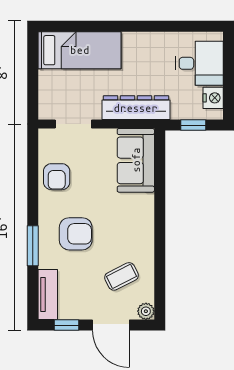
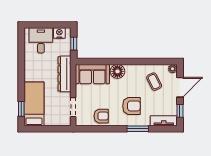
window: (70, 26) -> (21, 109), added
floor lamp: (141, 207) -> (117, 71), added
armchair: (76, 234) -> (131, 106), turned 90

